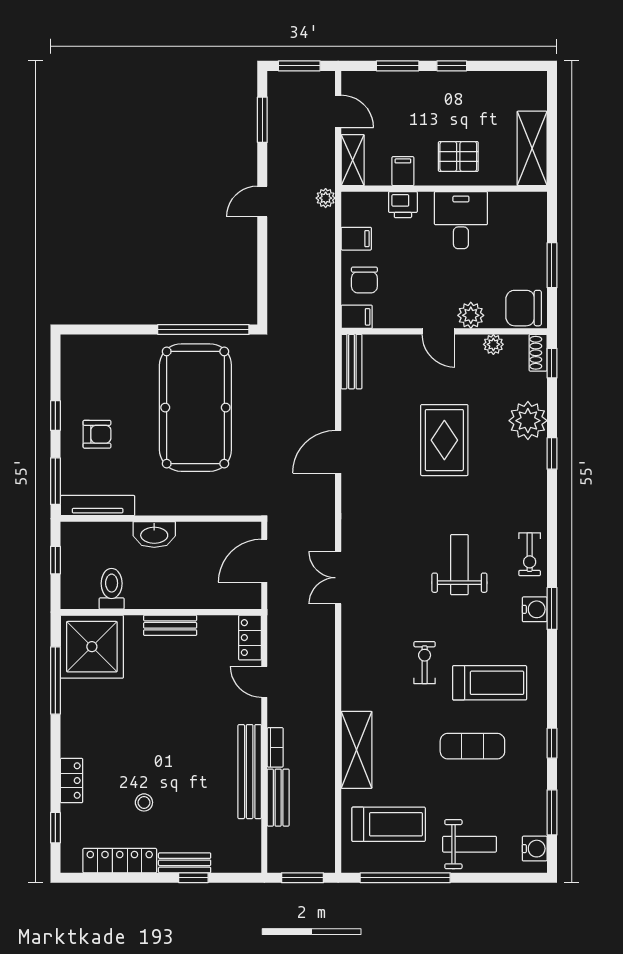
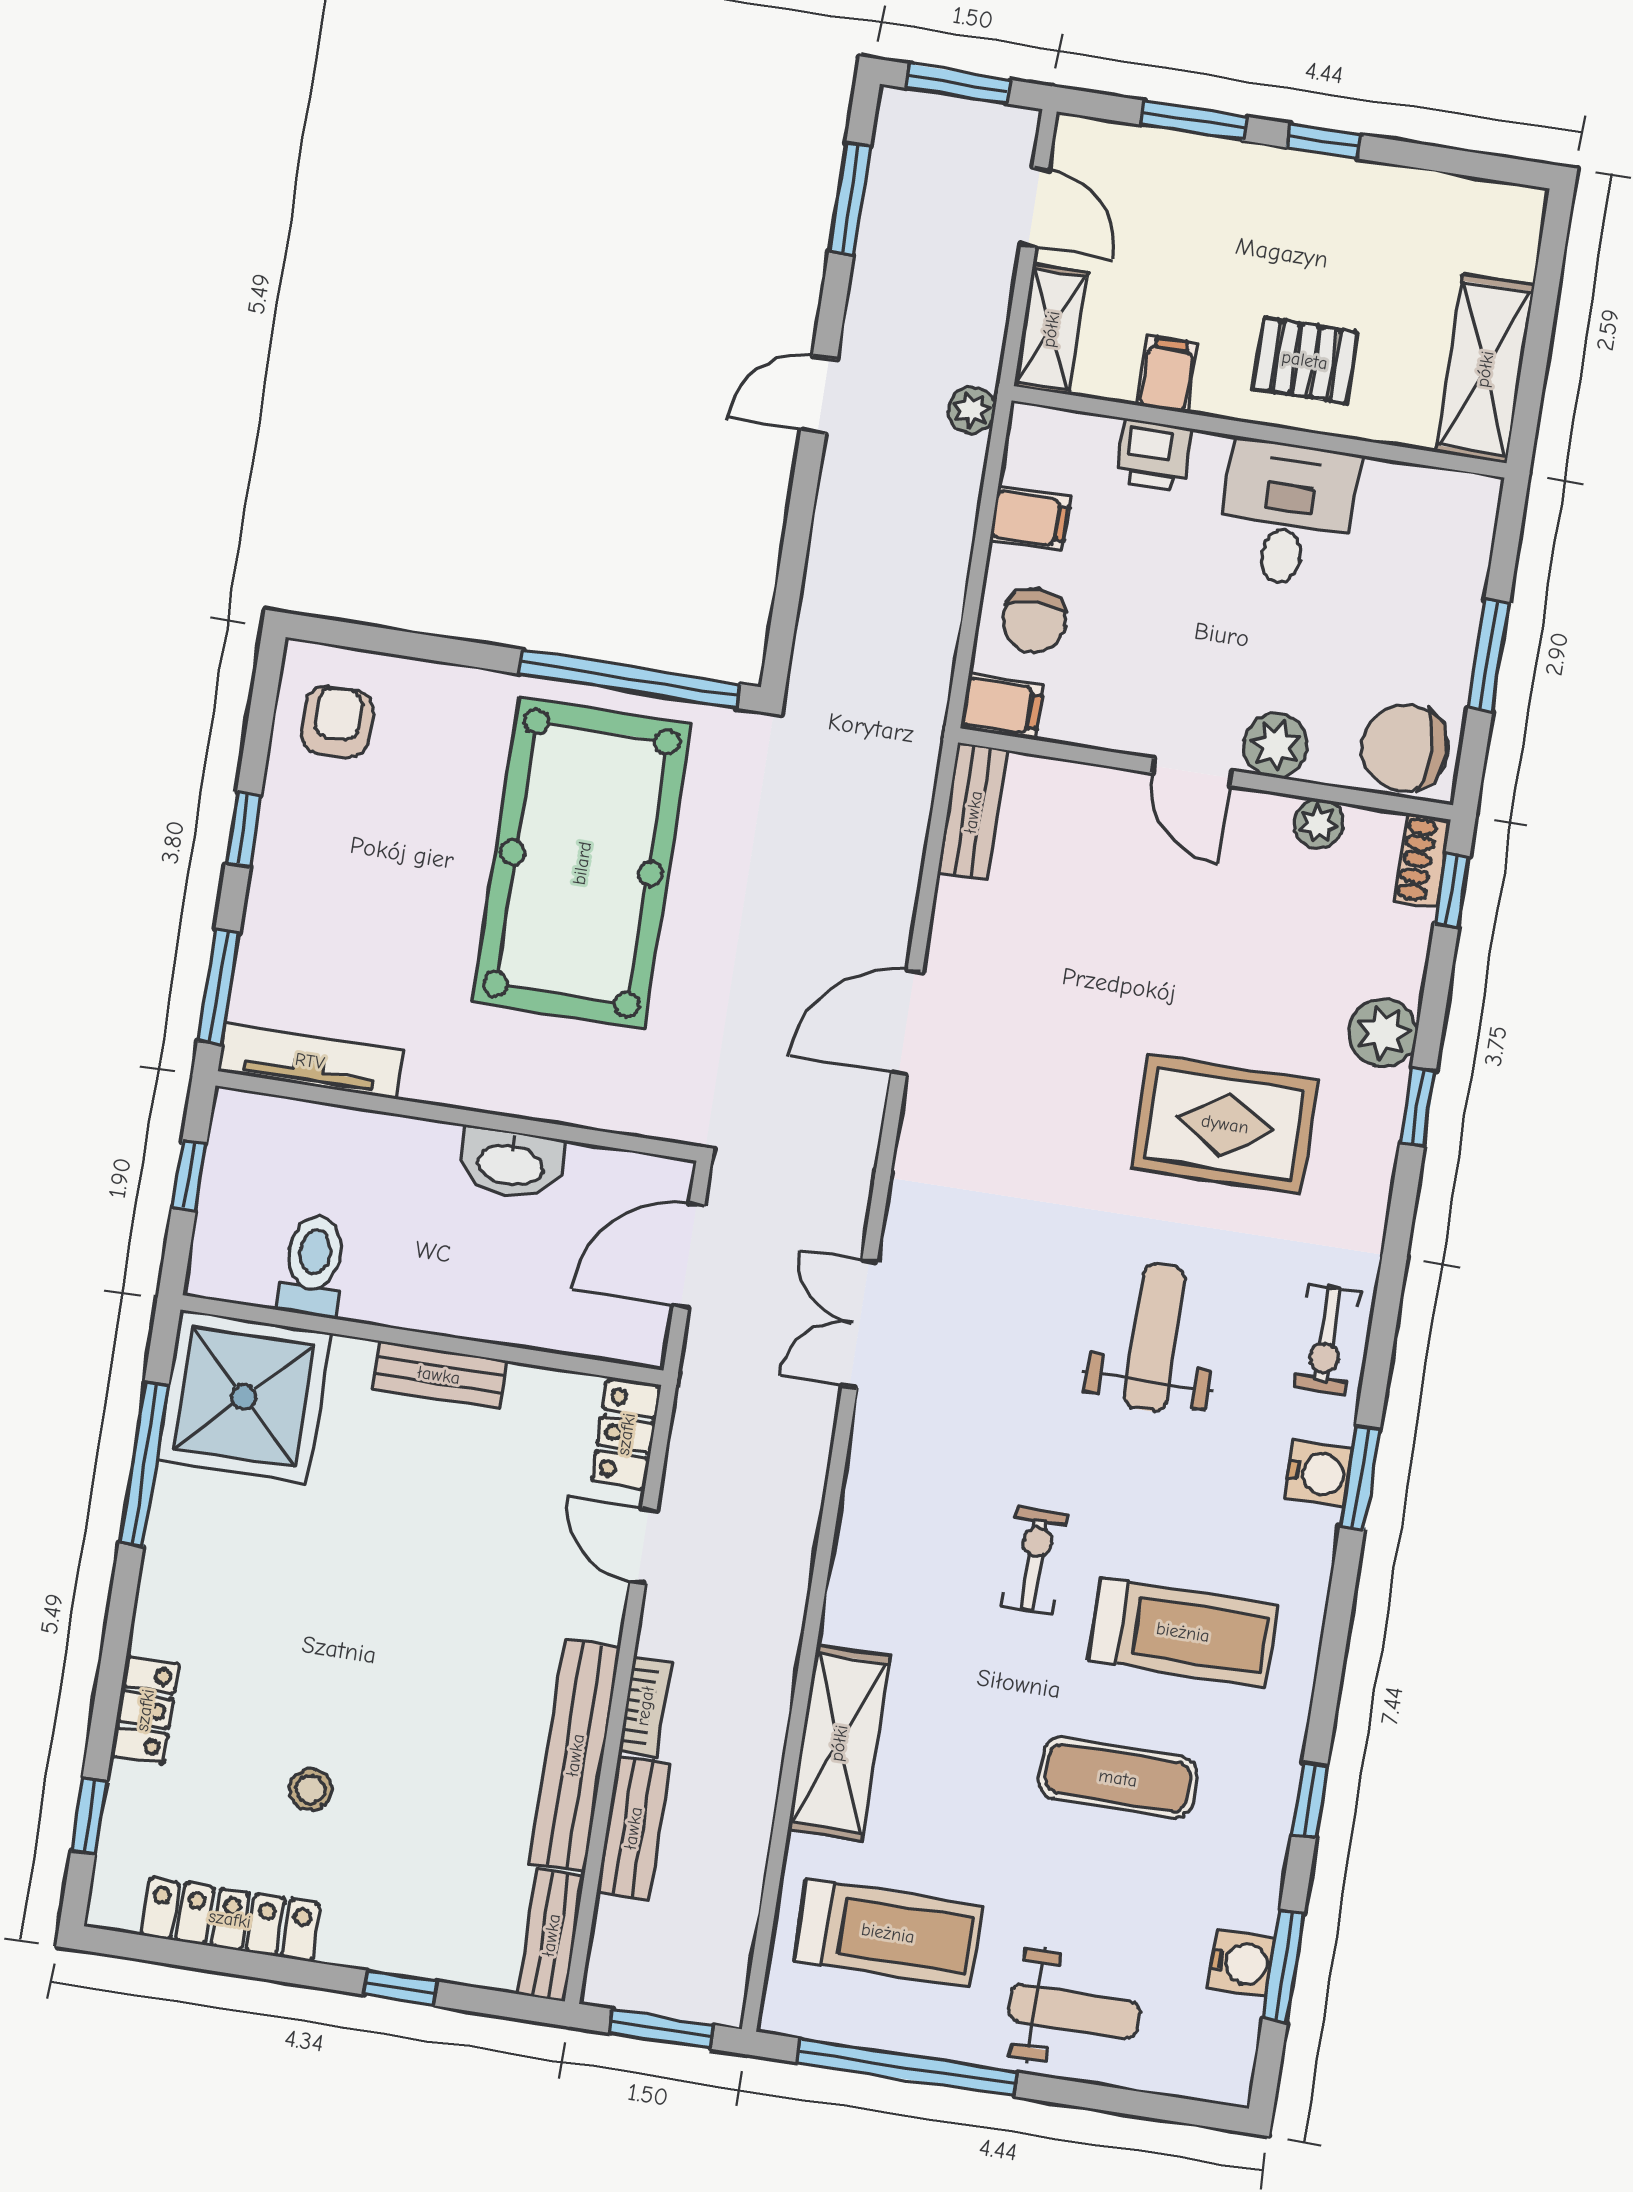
plant: (528, 421) -> (1383, 1033), width x0.73, depth x0.73
armchair: (97, 434) -> (337, 722), moved, turned -90
rug: (444, 440) -> (1225, 1124), moved, turned 90
washbasin: (154, 534) -> (511, 1163), moved
water cooler: (535, 849) -> (1242, 1963), moved
bench: (185, 863) -> (551, 1935), moved, turned 90

